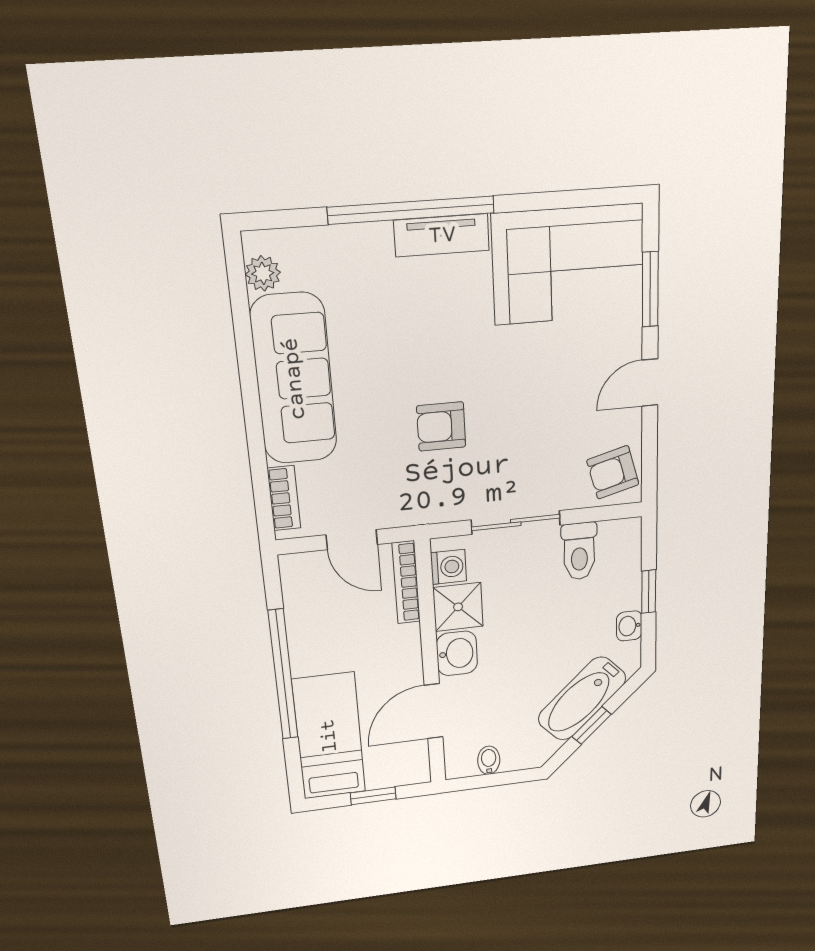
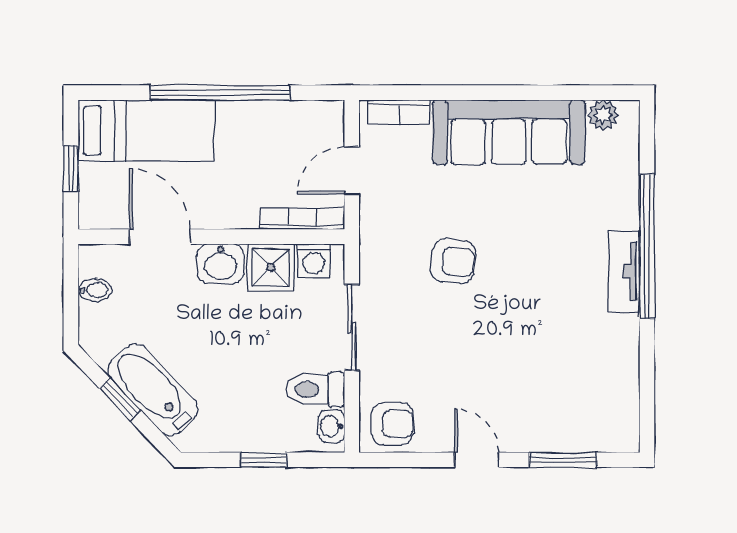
corner sofa: (568, 264) -> (591, 384), removed
armchair: (441, 426) -> (453, 261), turned 96
armchair: (613, 472) -> (392, 424), turned 105
washbasin: (629, 626) -> (332, 426), moved, turned -90

